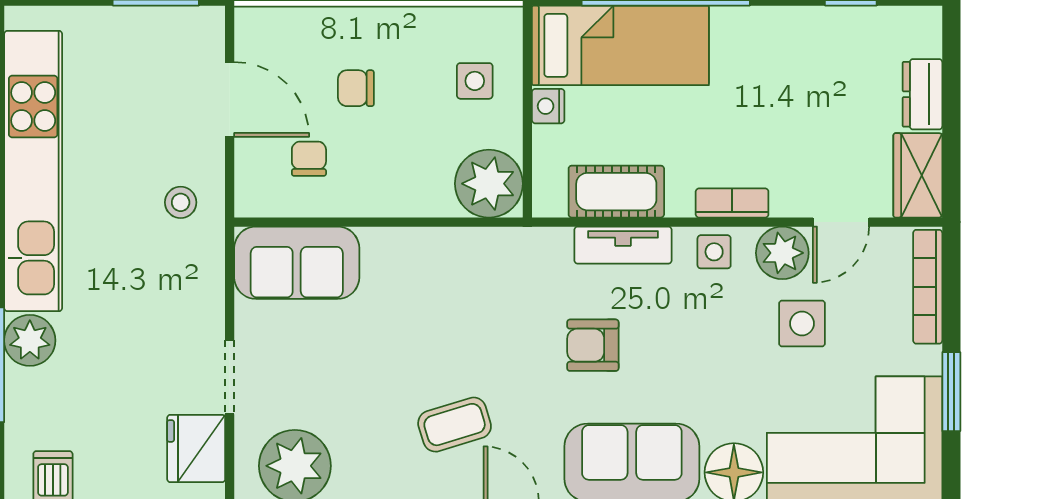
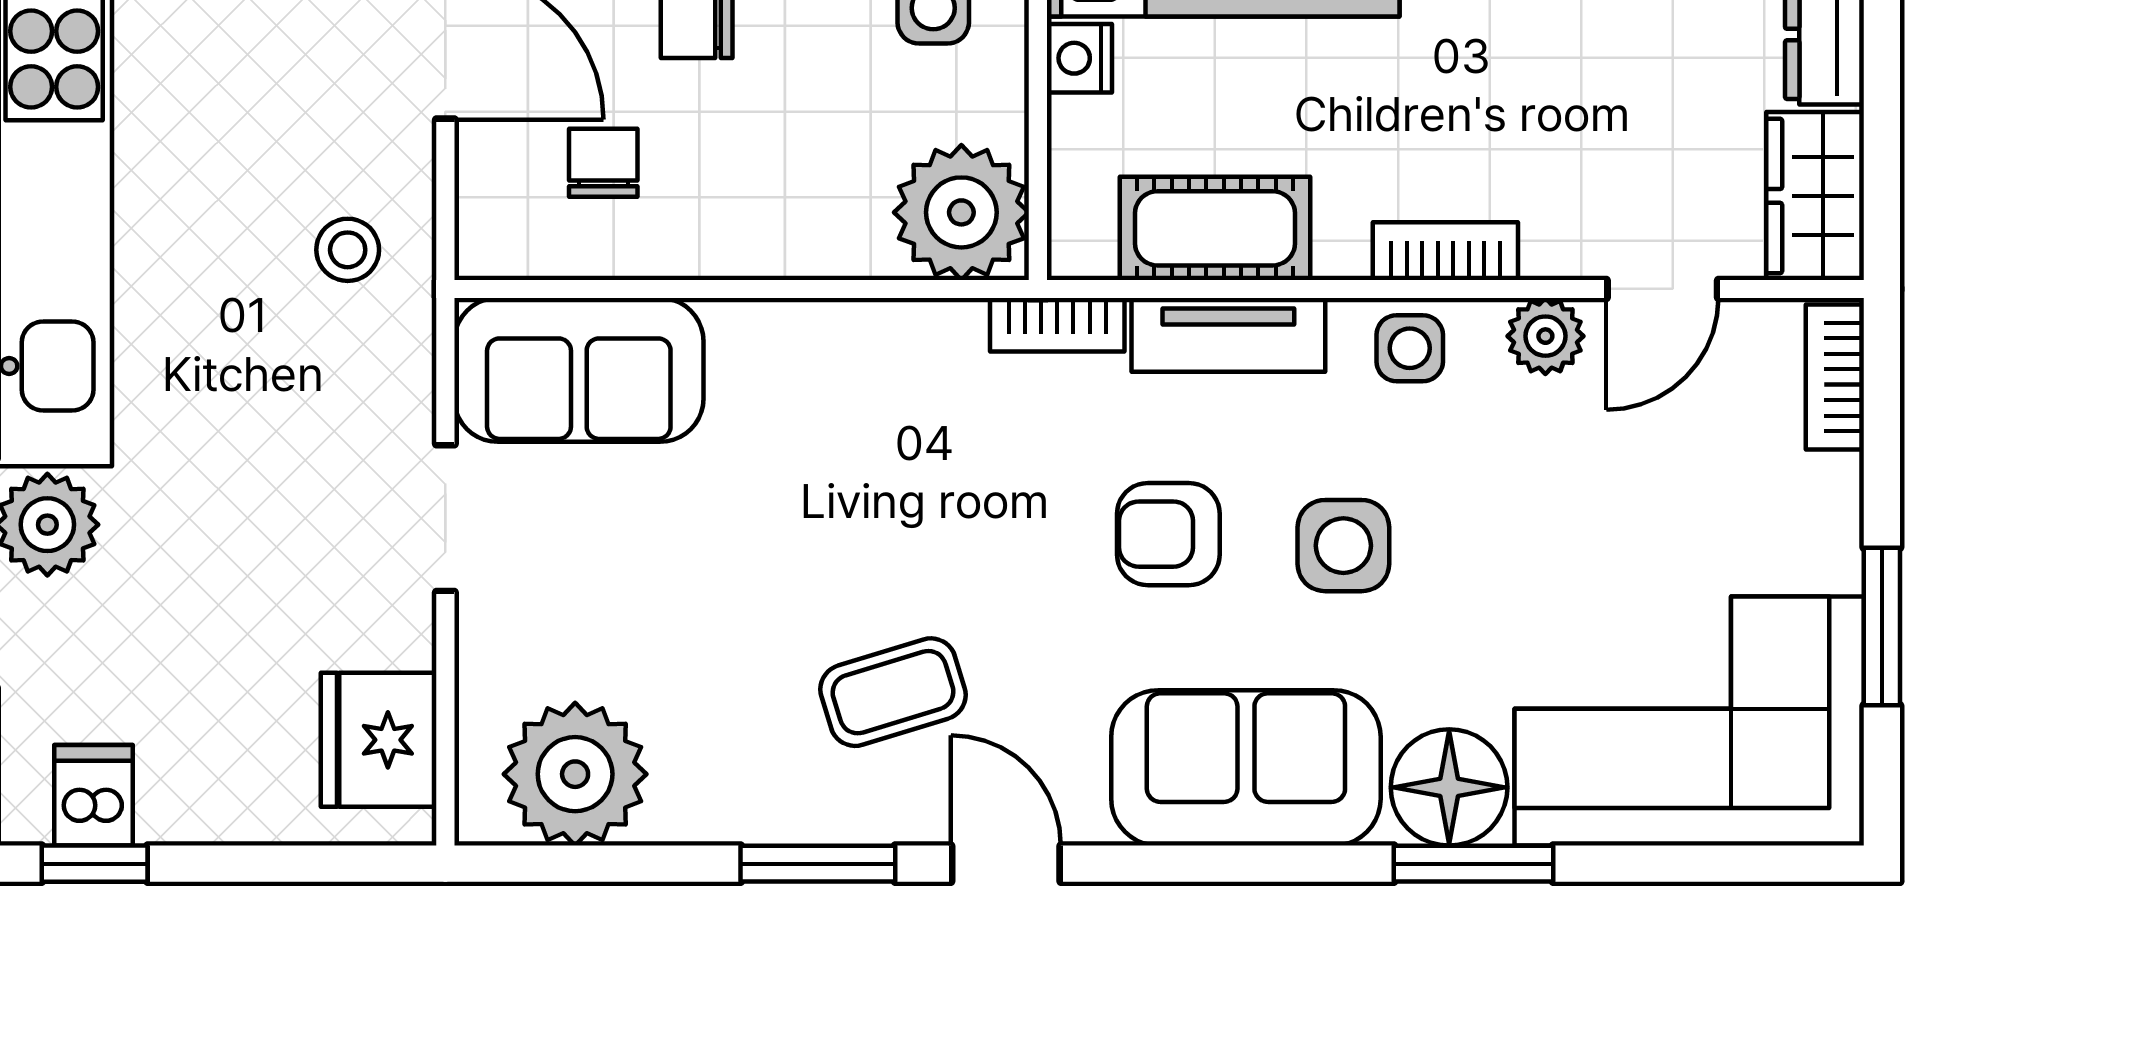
bookcase: (537, 240) -> (1057, 325), added
plant: (782, 253) -> (1545, 336), width x0.73, depth x0.73
bookcase: (928, 287) -> (1835, 377), width x0.64
side table: (802, 323) -> (1343, 546), moved
doorway: (230, 377) -> (445, 518), moved

